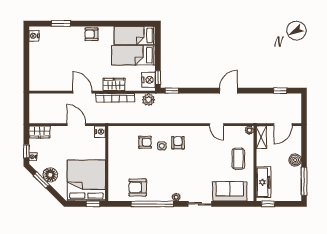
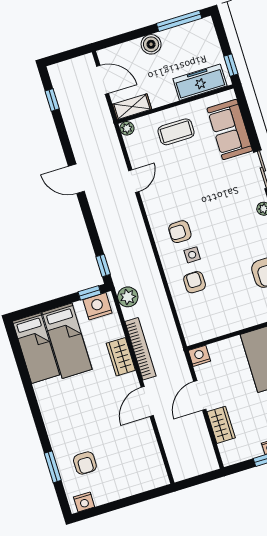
armchair: (91, 34) -> (85, 463), moved
wardrobe: (39, 132) -> (221, 425), moved

